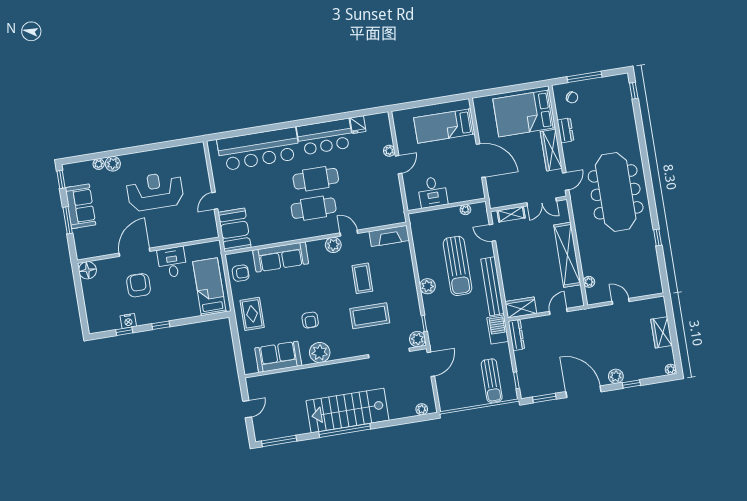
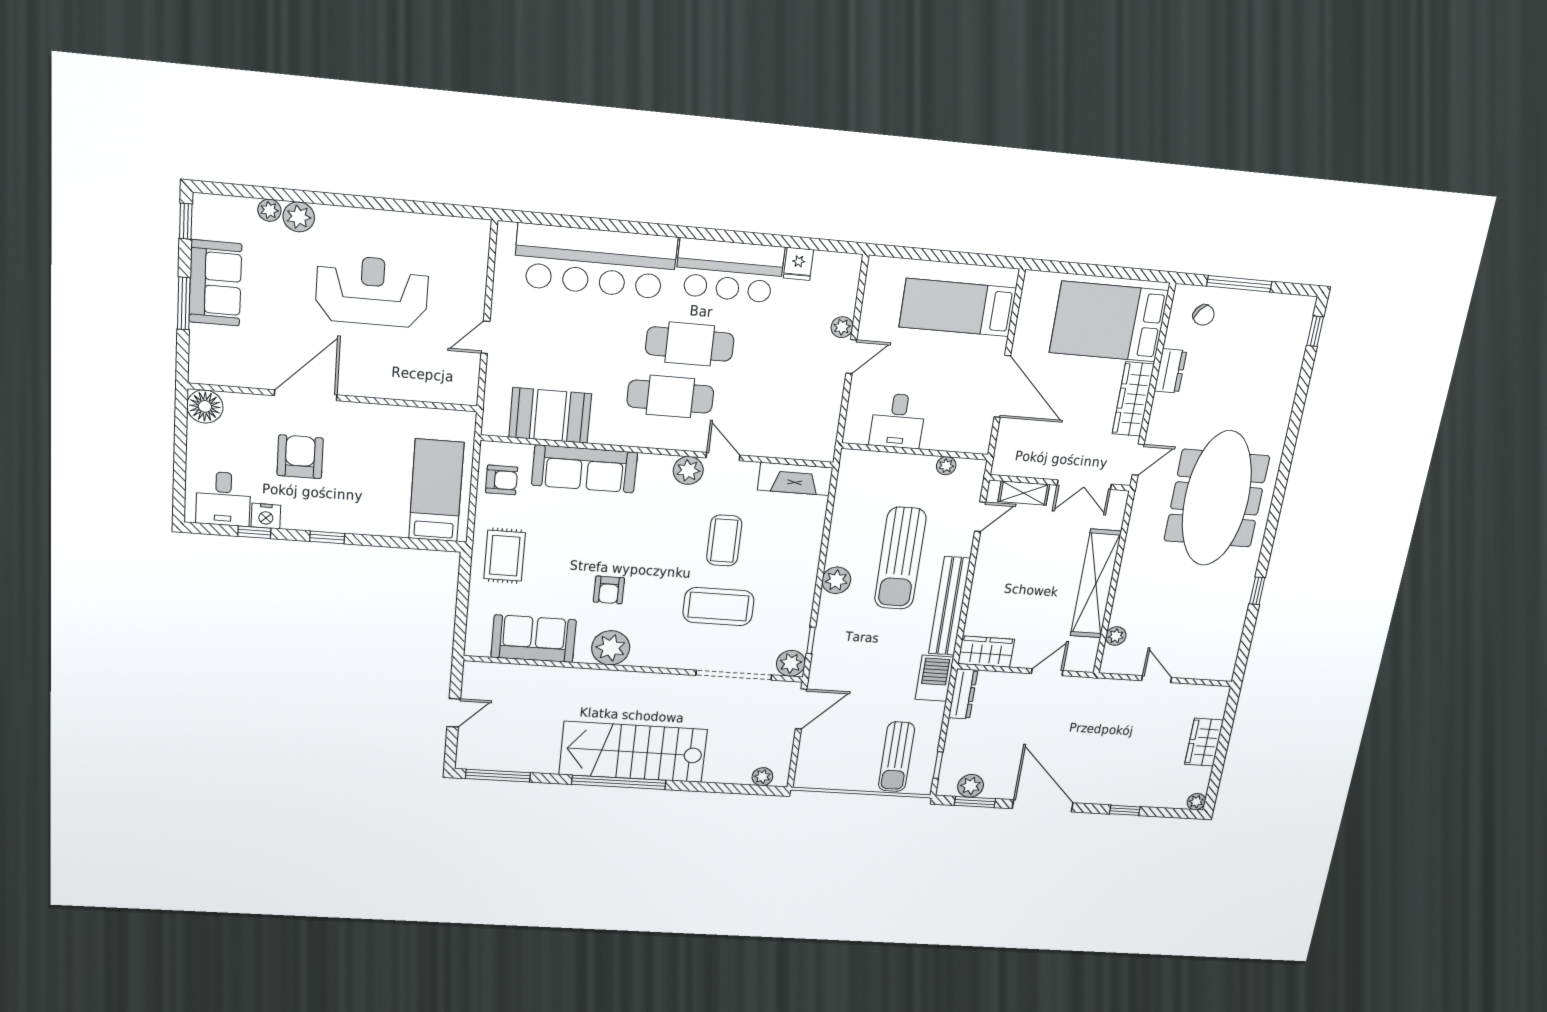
booth: (235, 230) -> (550, 415), moved, turned 90
door: (492, 233) -> (980, 517), swing flipped
desk: (172, 262) -> (223, 499), moved, turned 180
plant: (616, 376) -> (971, 786), moved

